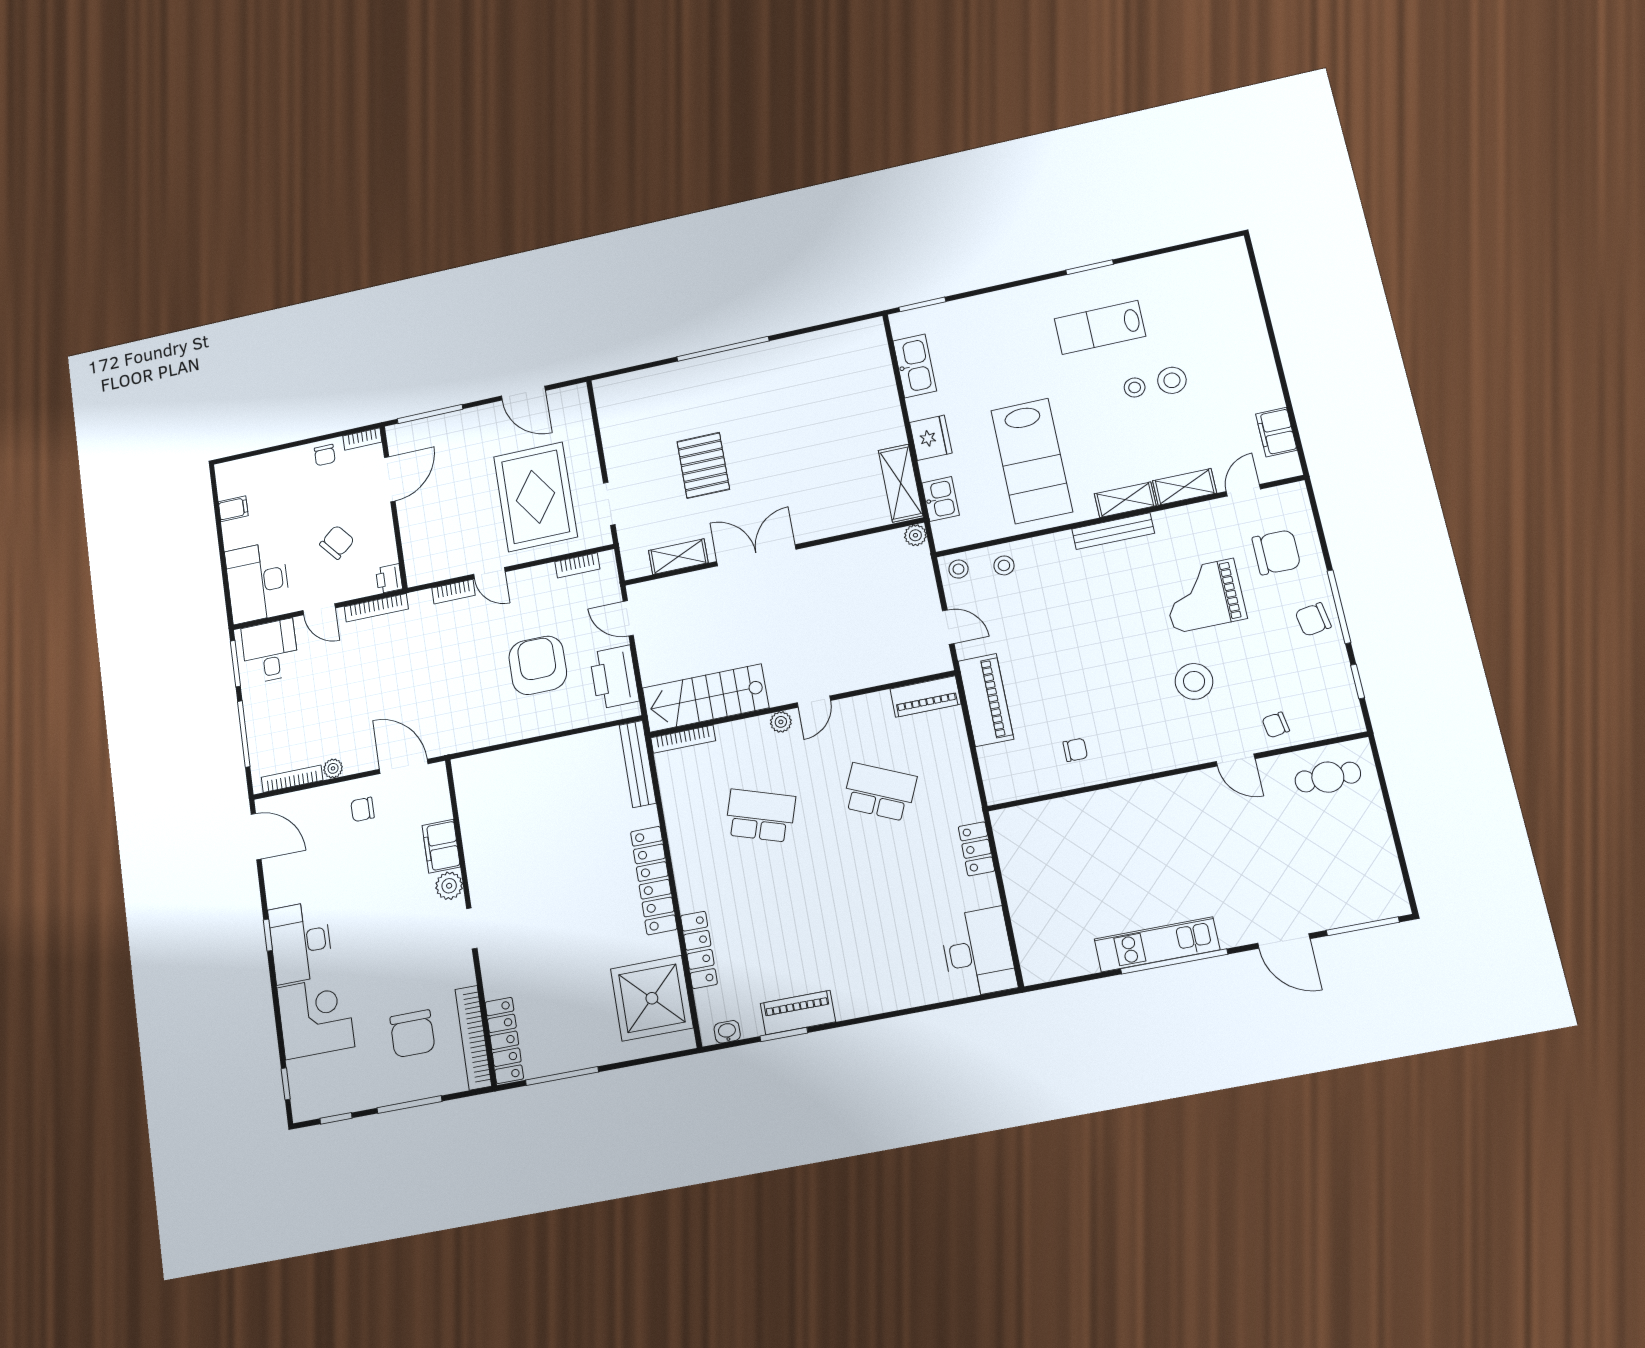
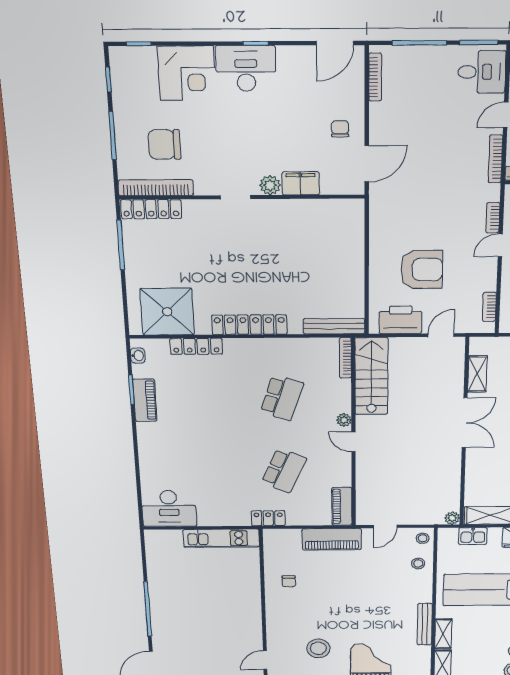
plant: (333, 768) -> (377, 110), removed
locker: (976, 849) -> (268, 518), moved
kitchen unit: (1157, 944) -> (221, 538), moved, turned 90

